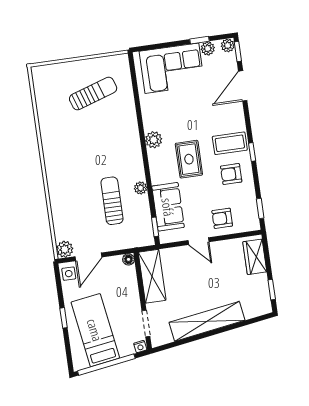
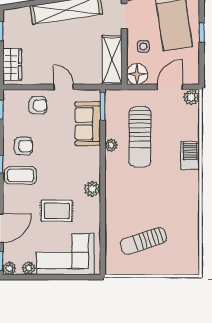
window: (200, 40) -> (35, 277), removed
rug: (189, 159) -> (57, 211), moved, turned 90
barbecue: (57, 189) -> (190, 156), added
sun lounger: (112, 201) -> (140, 137), width x1.36, depth x1.34
window: (155, 227) -> (103, 106), width x1.50
floor lamp: (129, 259) -> (137, 74), width x1.89, depth x1.89
side table: (69, 274) -> (143, 47), moved

